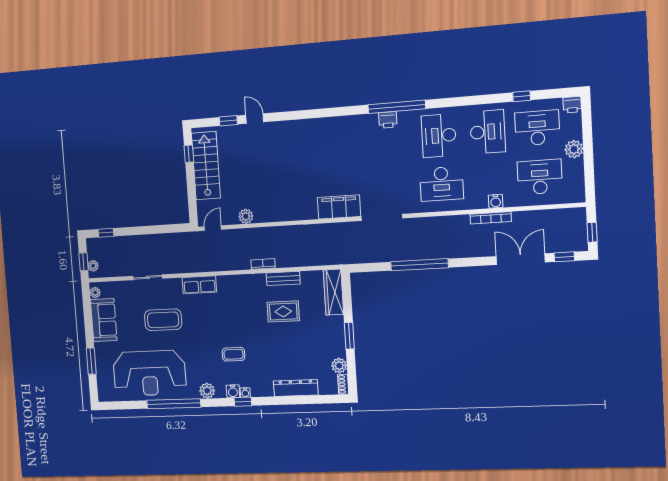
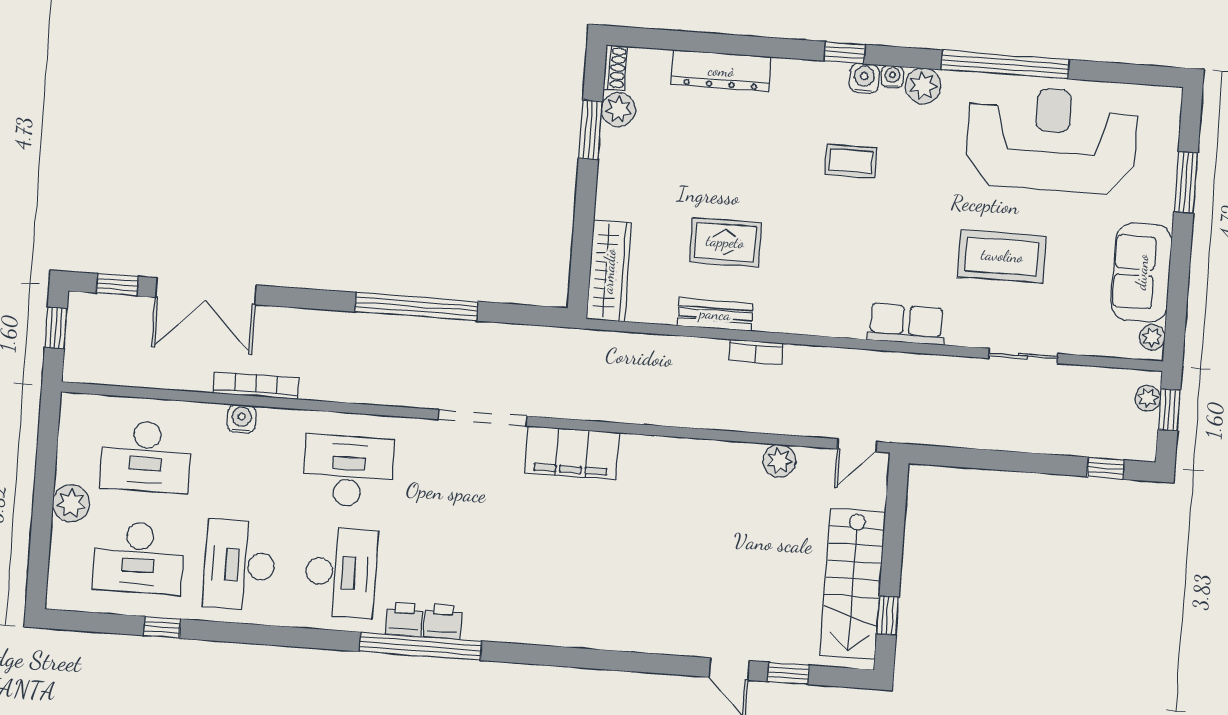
printer: (572, 105) -> (404, 619), moved
window: (349, 336) -> (590, 130), moved
water cooler: (245, 393) -> (892, 77), moved

